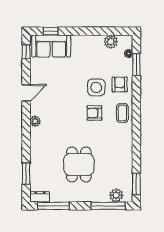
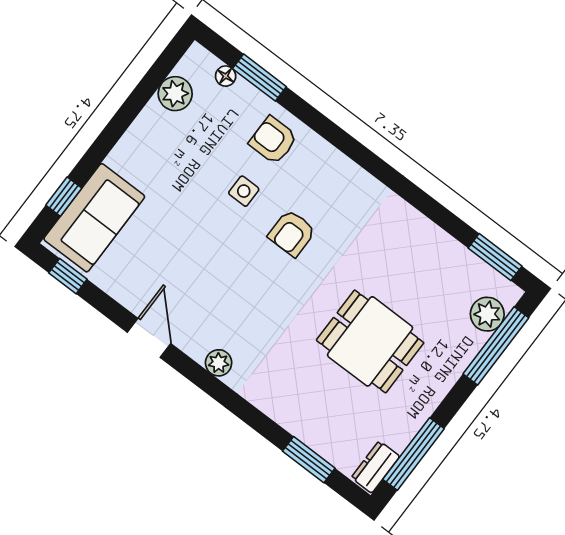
side table: (96, 87) -> (244, 191), width x0.54, depth x0.54
coffee table: (122, 113) -> (334, 178), removed

